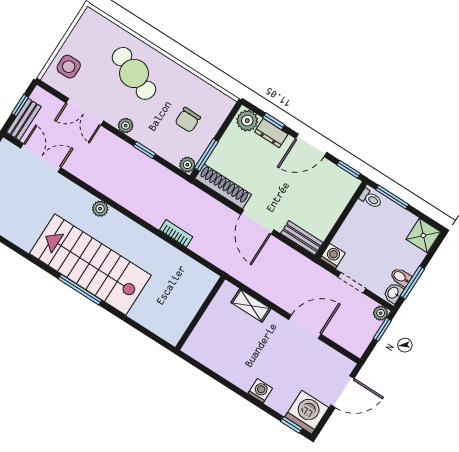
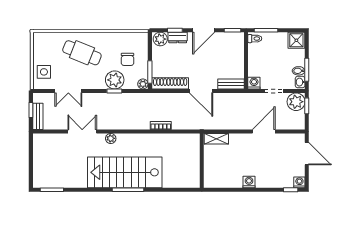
plant: (126, 126) -> (115, 80), moved, width x1.87, depth x1.87
double door: (41, 158) -> (82, 131), moved
shelving: (251, 306) -> (216, 139), moved
plant: (381, 313) -> (296, 102), width x1.88, depth x1.88
washing machine: (260, 391) -> (249, 182), moved
door: (342, 392) -> (307, 154), hinge flipped
washing machine: (307, 412) -> (299, 182), width x0.53, depth x0.53

